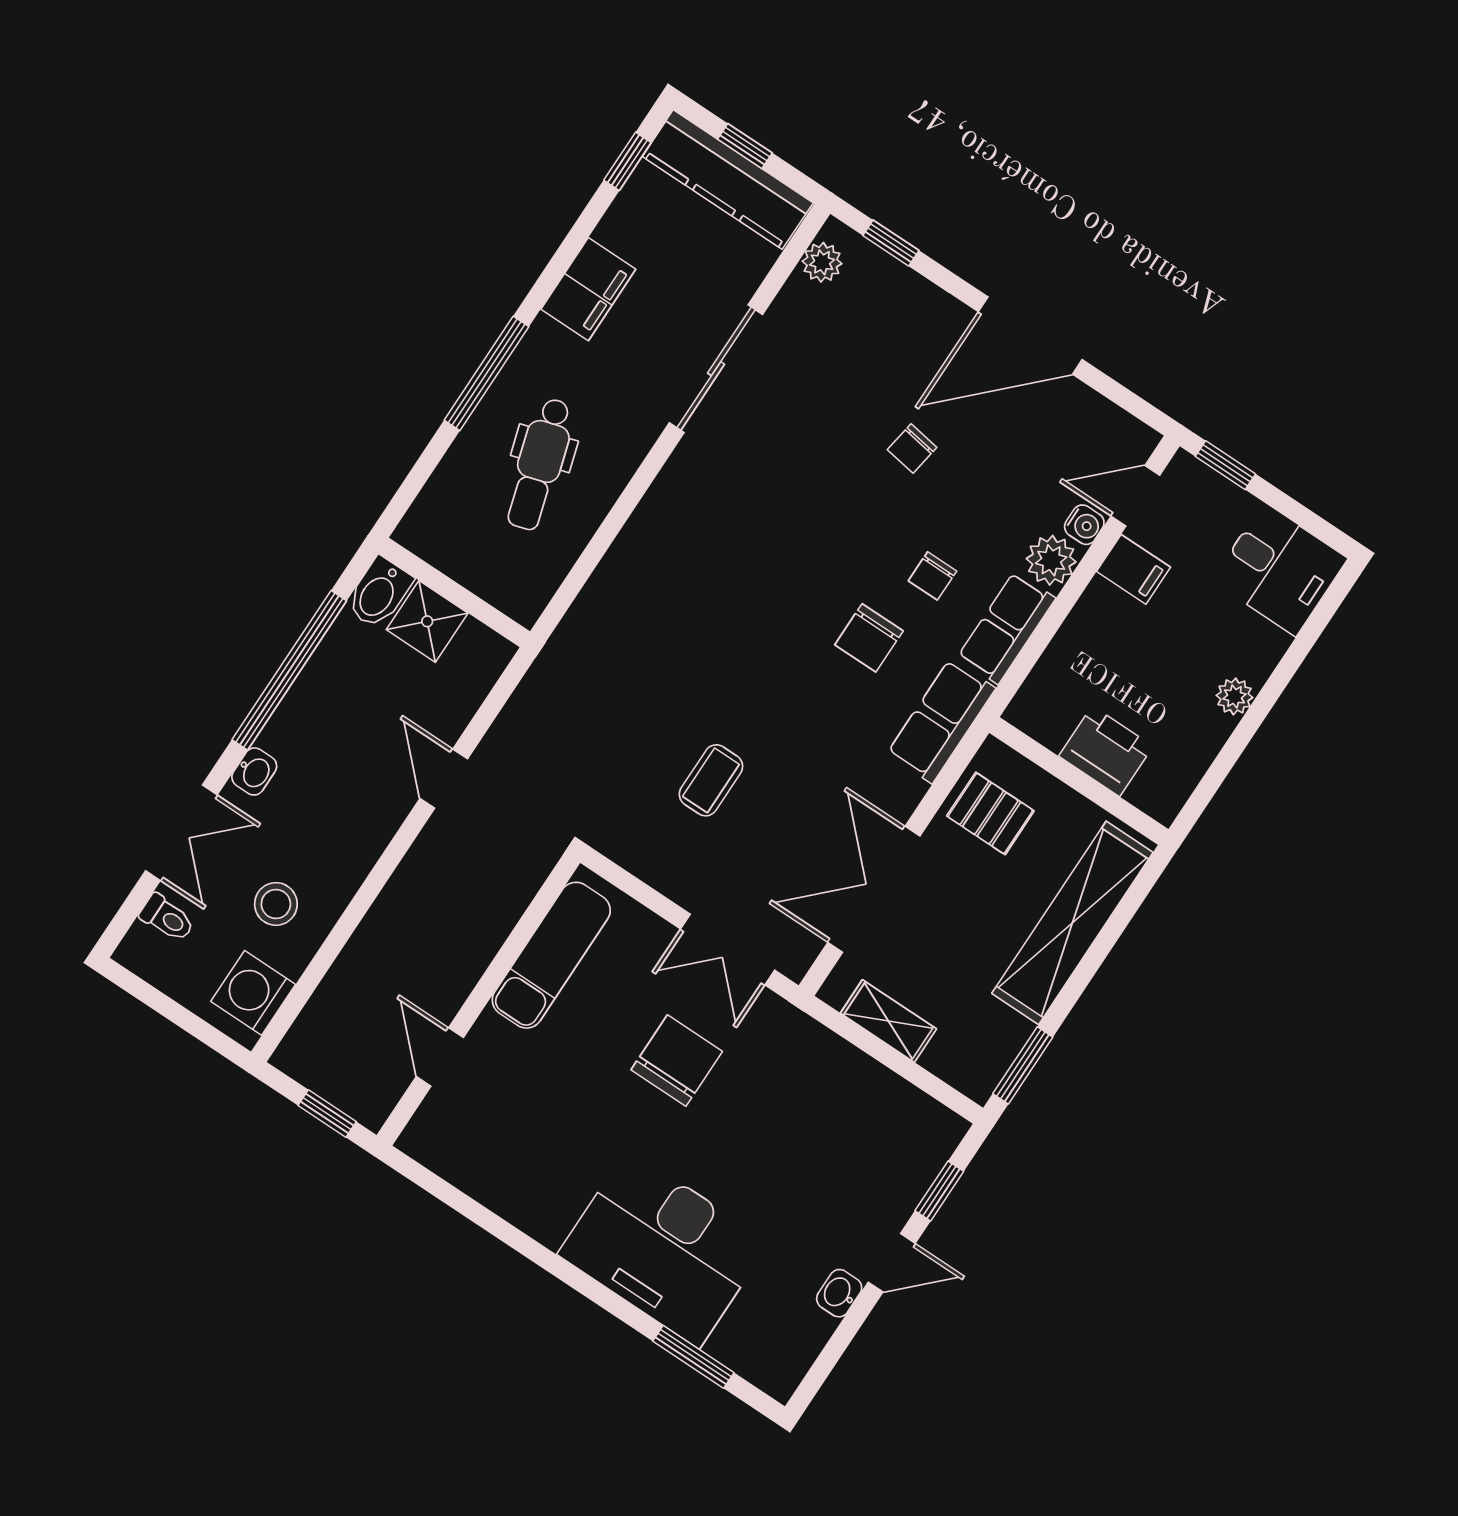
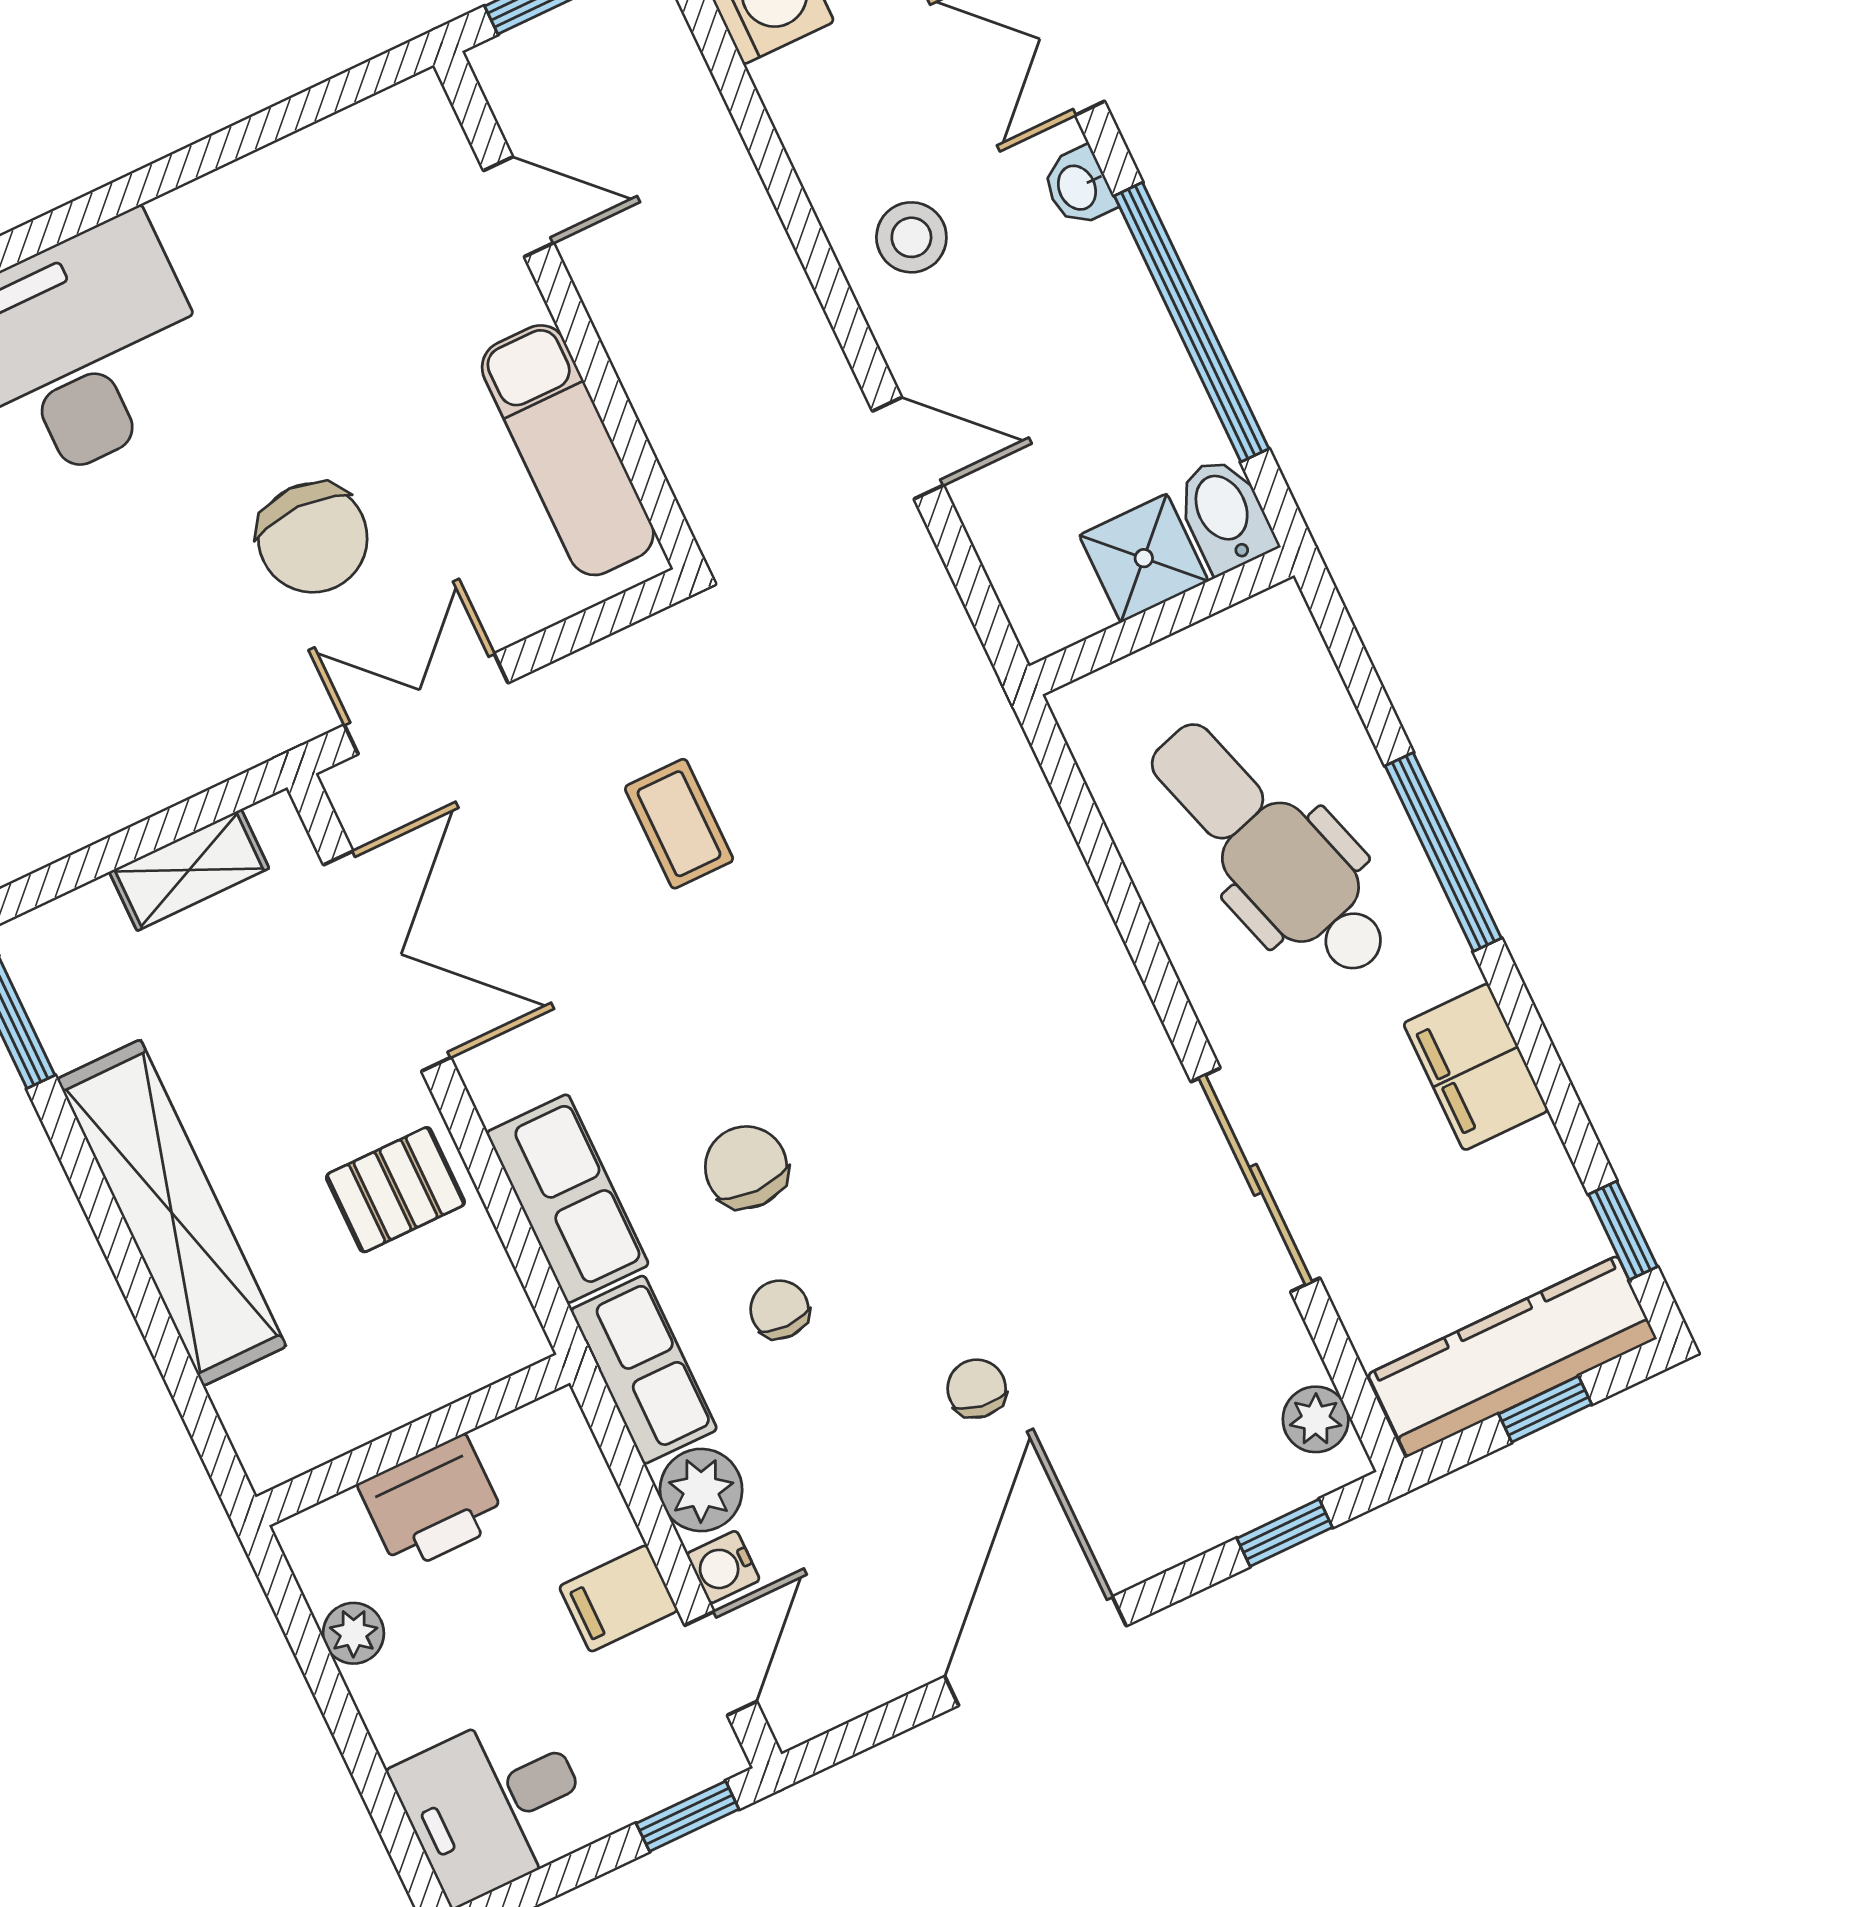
dental chair: (540, 464) -> (1270, 850), width x1.36, depth x1.38
printer: (1106, 751) -> (432, 1503), moved
wall: (1079, 781) -> (413, 1440), moved
stool: (276, 904) -> (911, 237), moved

